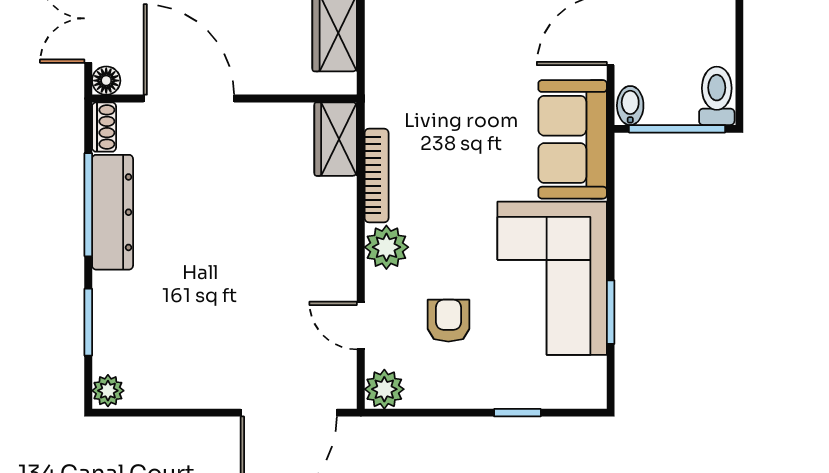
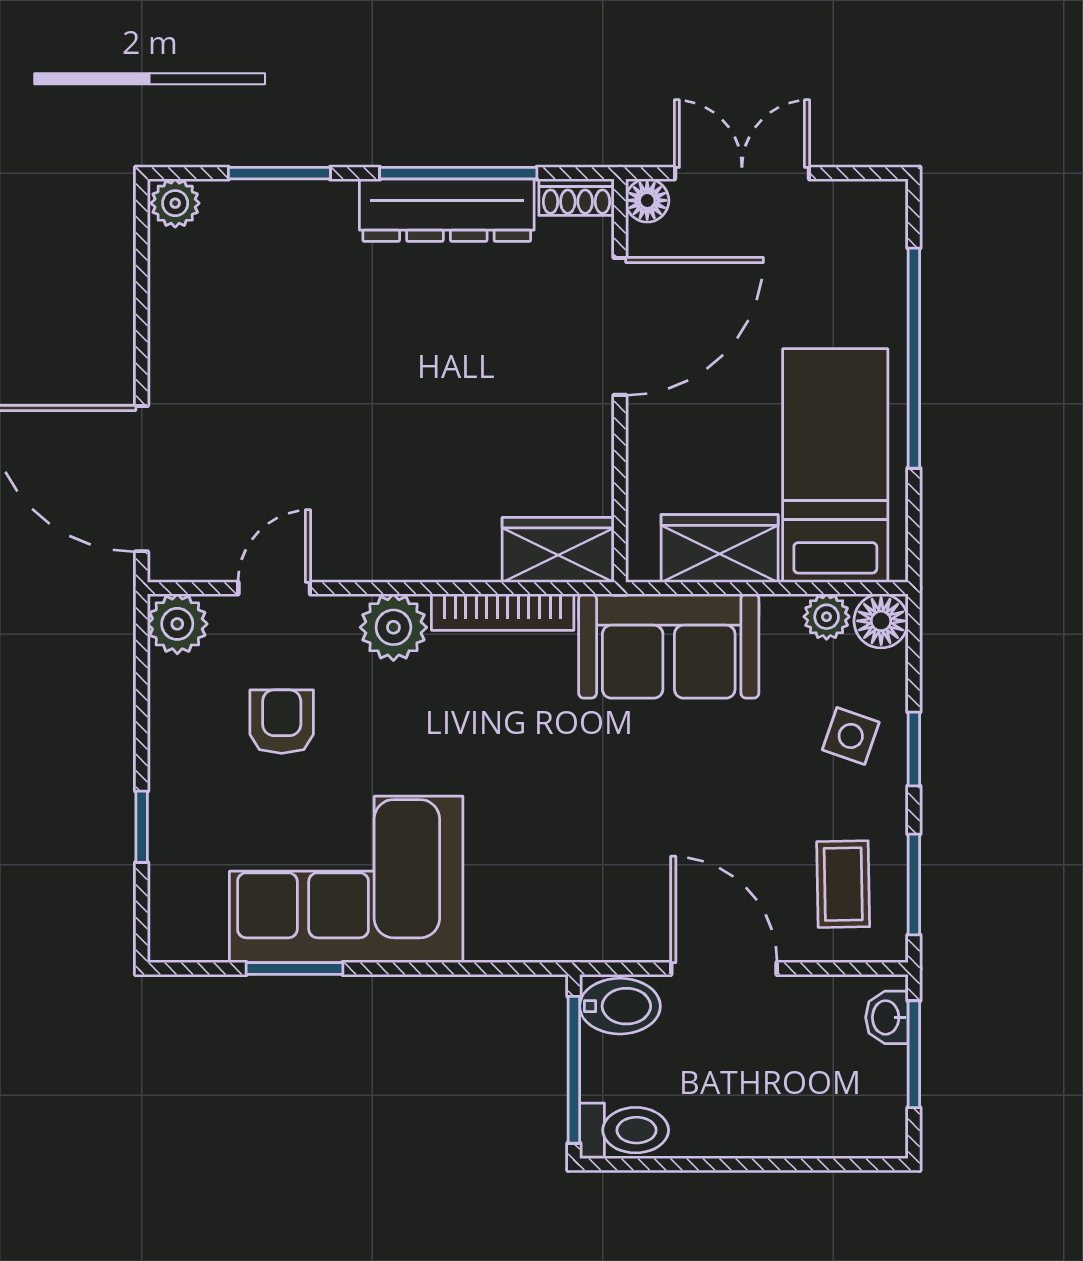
bidet: (630, 106) -> (620, 1006), width x1.38, depth x1.36
sofa: (573, 139) -> (669, 646), moved, turned 180
armchair: (448, 321) -> (282, 722), turned -90

